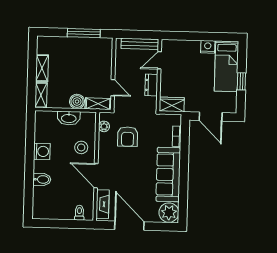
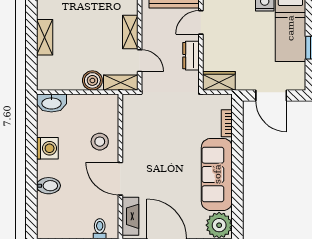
shelving: (41, 95) -> (130, 32), moved
washbasin: (69, 118) -> (51, 103), moved
plant: (104, 126) -> (129, 113), removed
armchair: (128, 137) -> (161, 125), removed

